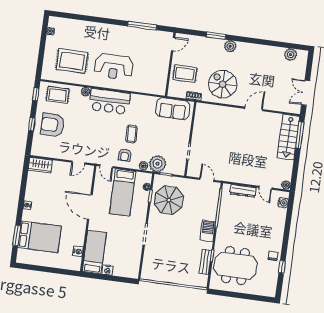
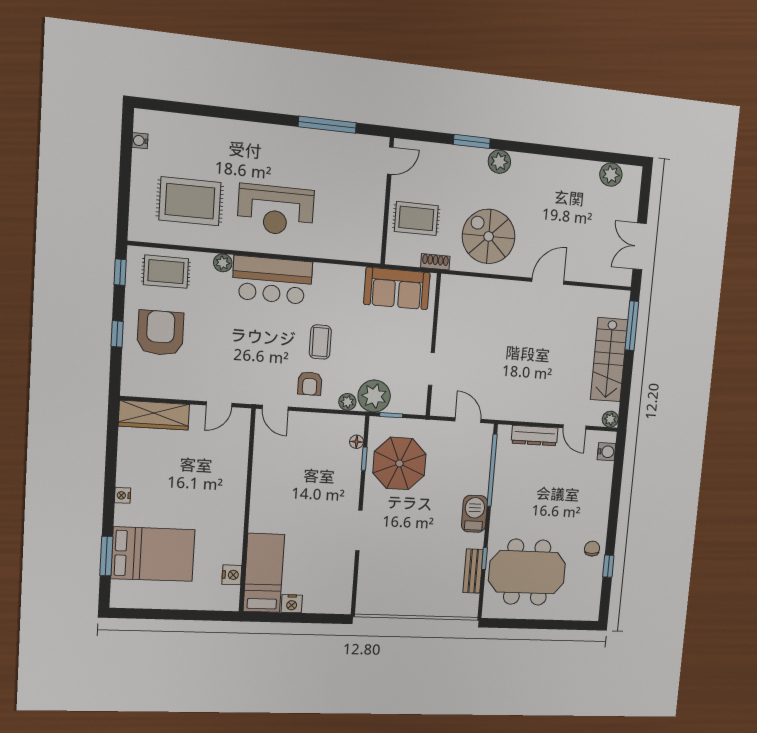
armchair: (53, 125) -> (160, 333), turned 90
stairs: (288, 137) -> (609, 360), moved
wardrobe: (40, 165) -> (154, 415), width x1.50
bed: (123, 192) -> (311, 456), removed
door: (90, 207) -> (249, 489), removed

